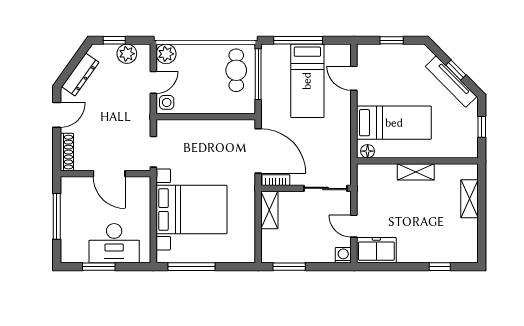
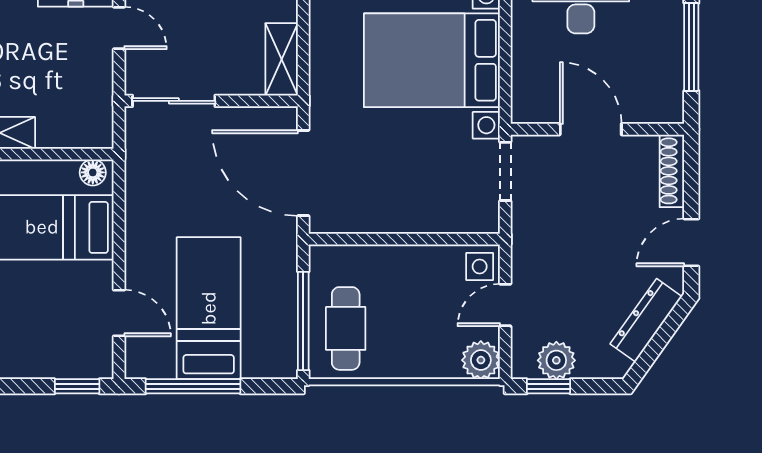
window: (114, 40) -> (548, 386), moved
window: (298, 40) -> (193, 386), moved
window: (392, 40) -> (77, 386), moved
bookcase: (276, 180) -> (269, 117), removed

